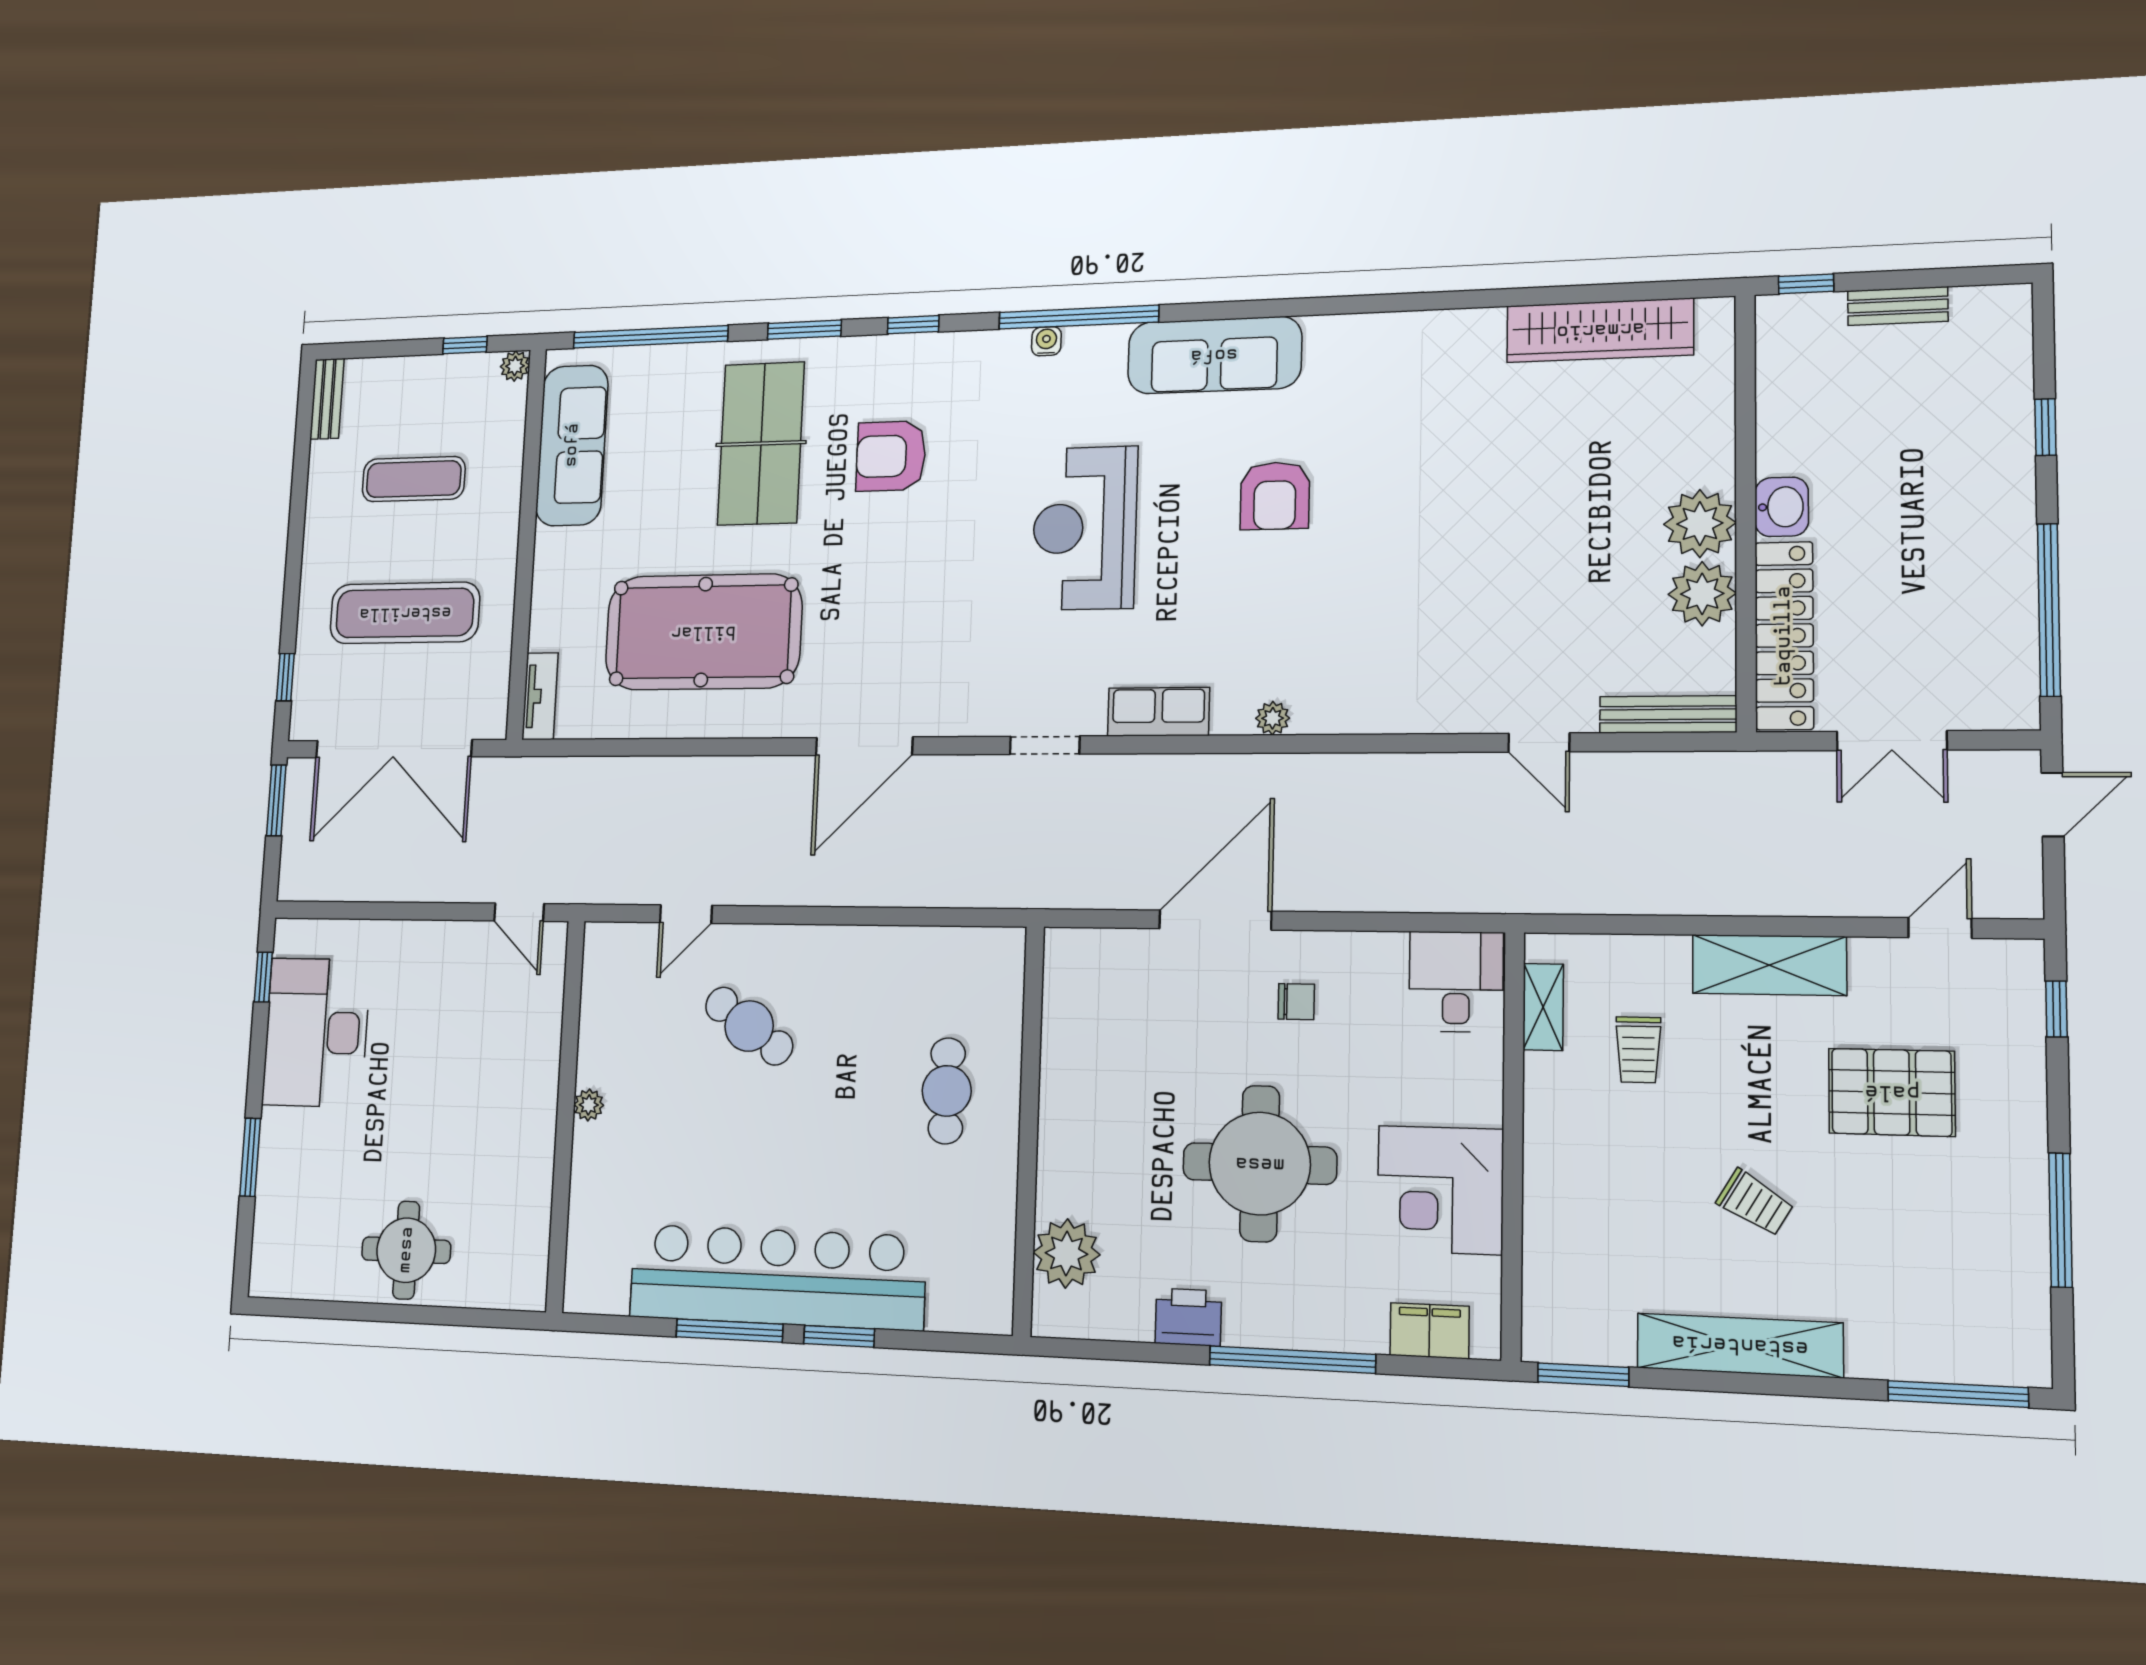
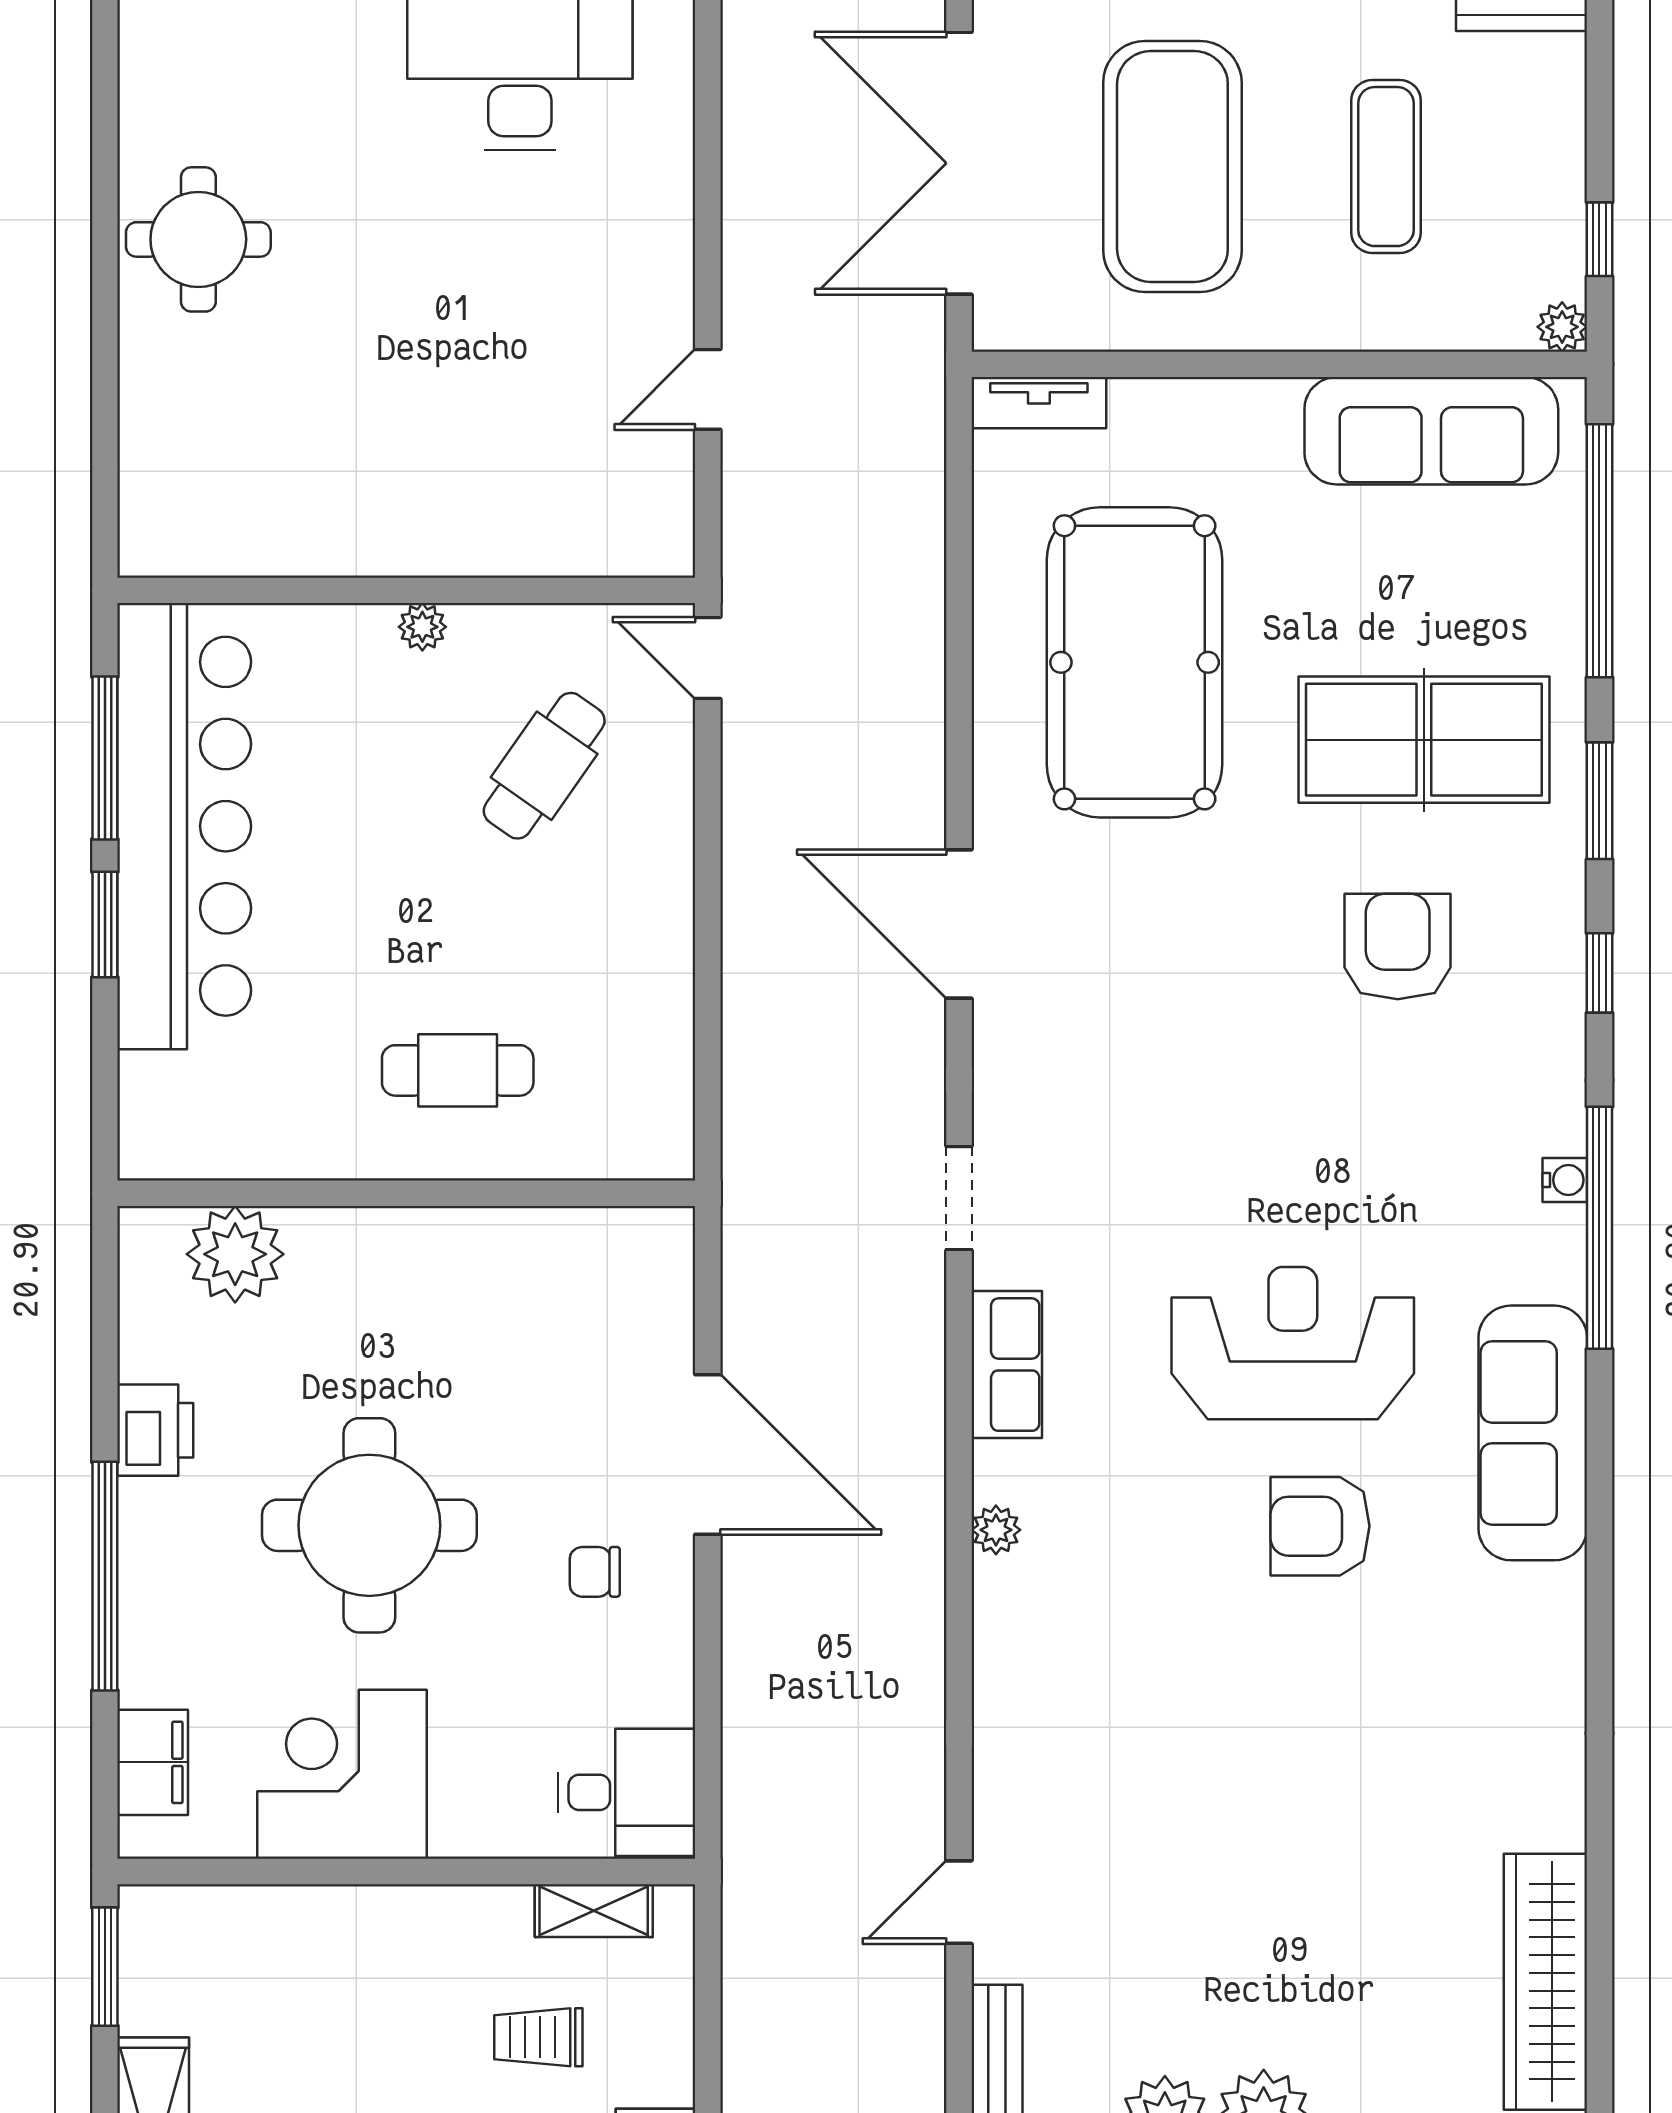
reception desk: (1085, 528) -> (1293, 1343), moved
exercise mat: (405, 613) -> (1172, 167), width x1.47
chair: (1296, 1002) -> (595, 1572), turned 90
plant: (589, 1105) -> (422, 627), moved
wall: (565, 1115) -> (406, 590), moved

